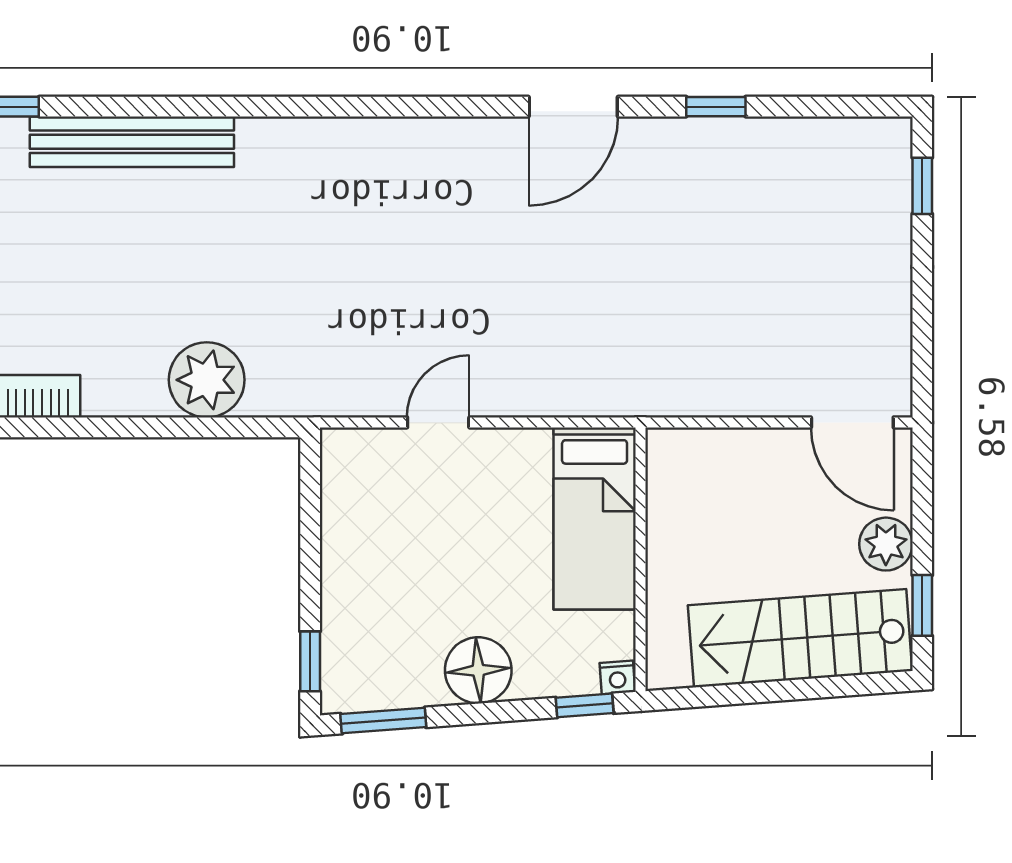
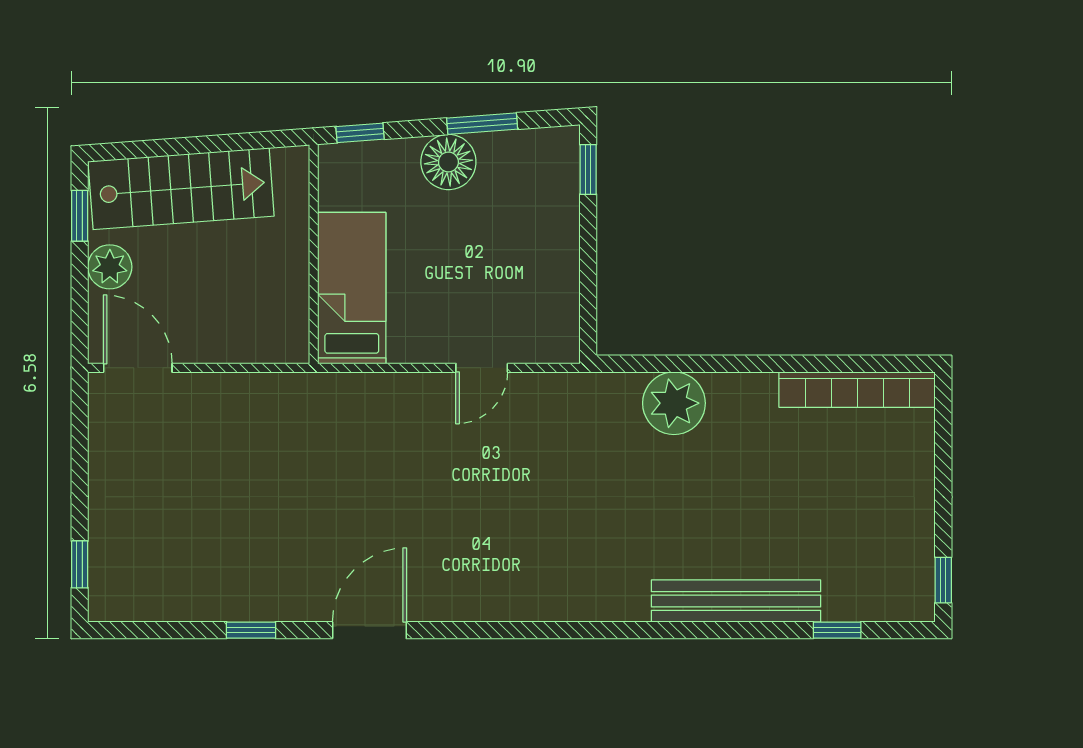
nightstand: (617, 677) -> (333, 156), removed
window: (383, 721) -> (482, 124), moved

